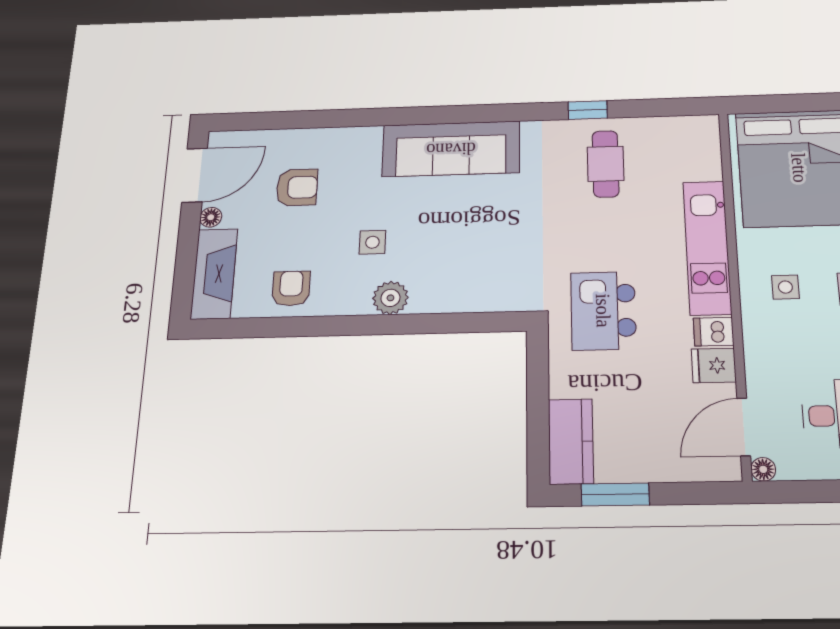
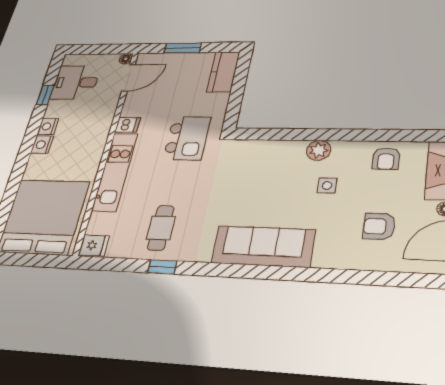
side table: (785, 287) -> (79, 147), removed
fridge: (714, 365) -> (94, 245), moved
window: (615, 494) -> (183, 48), moved

